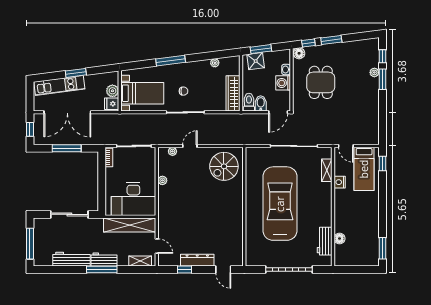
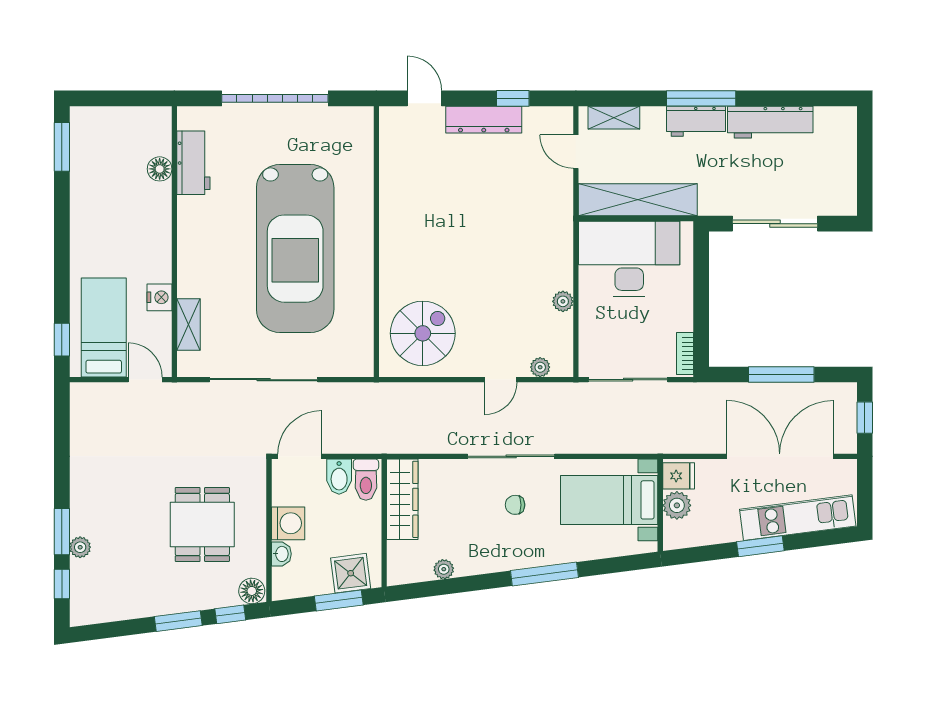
window: (30, 244) -> (865, 157), removed

